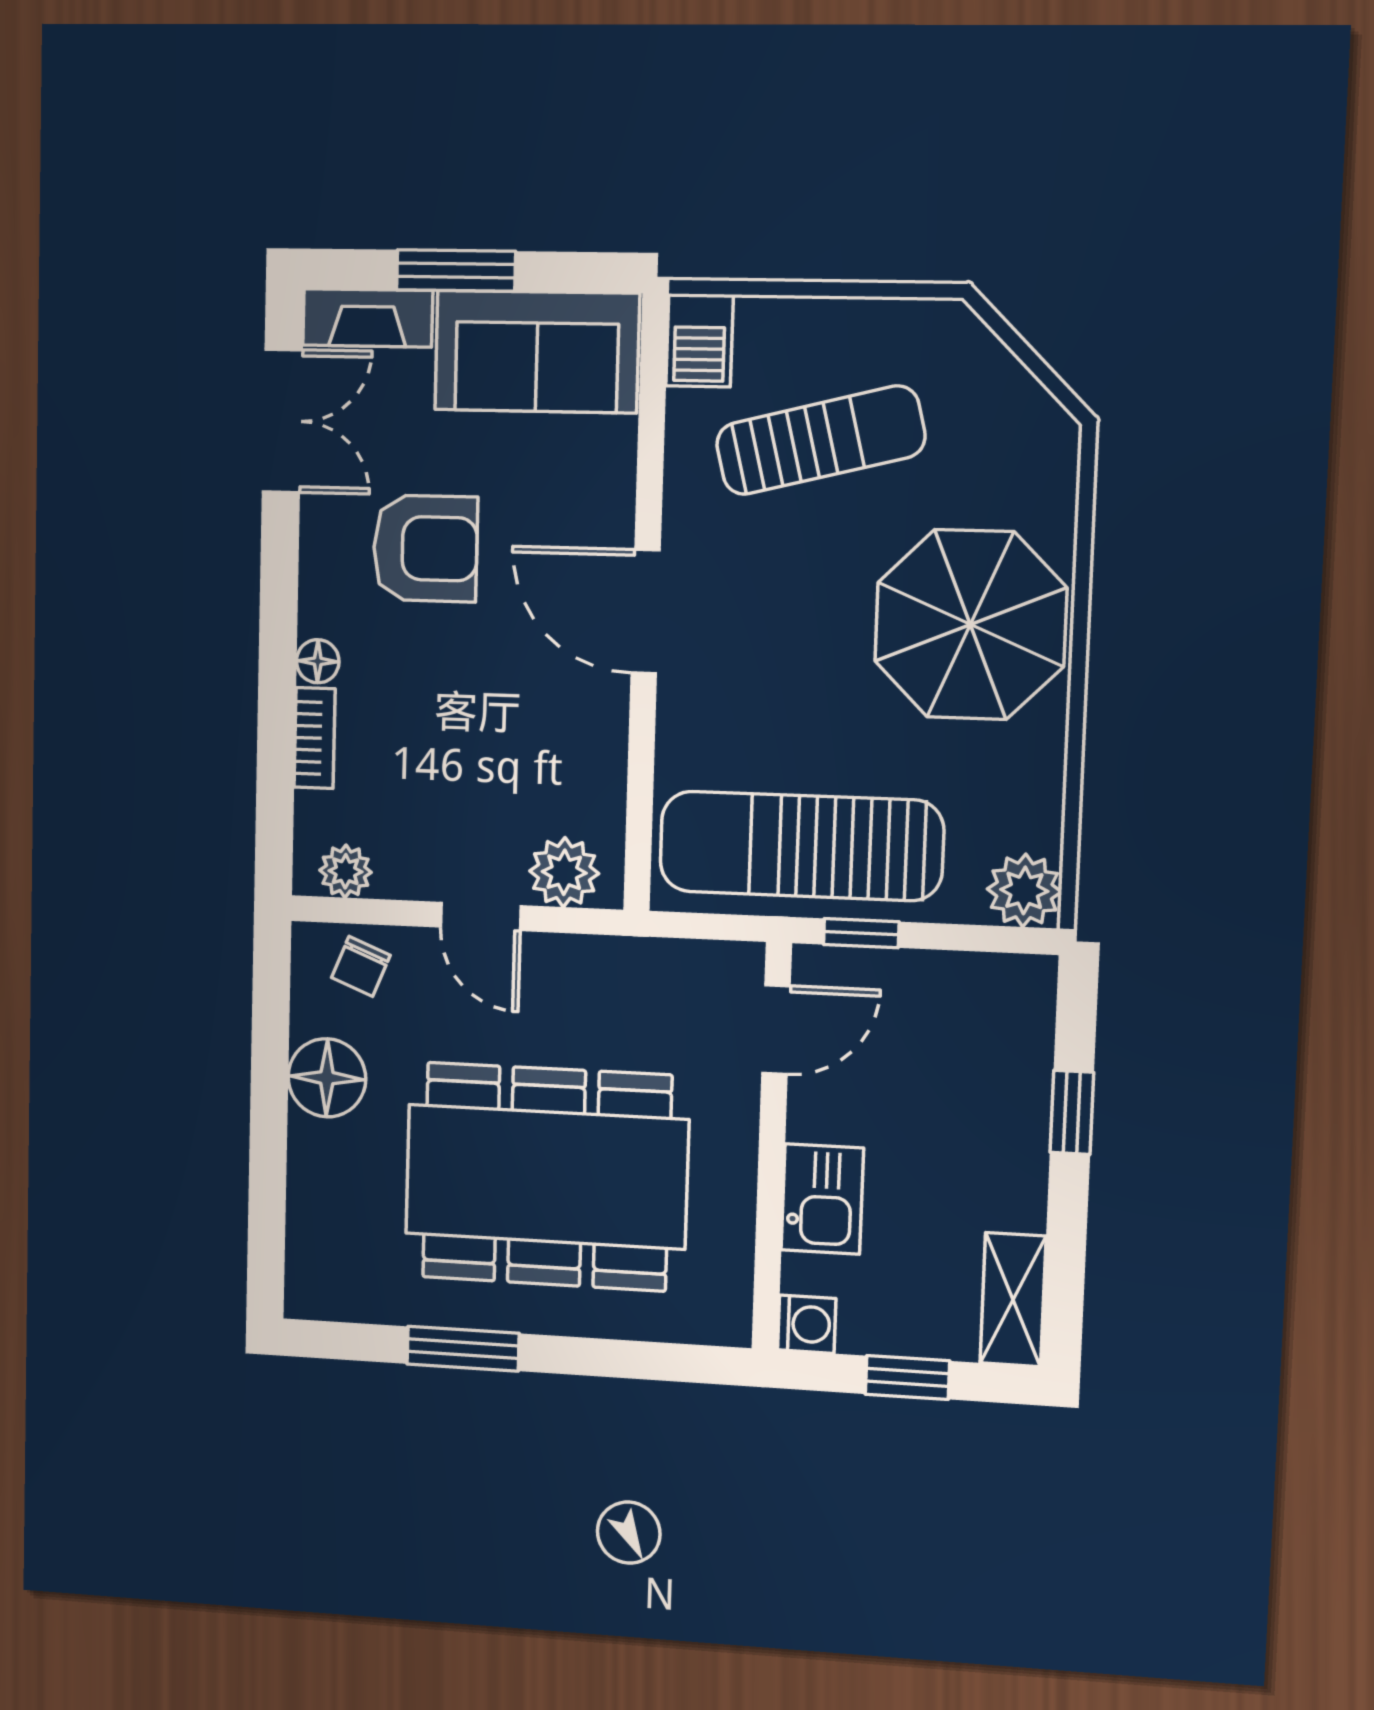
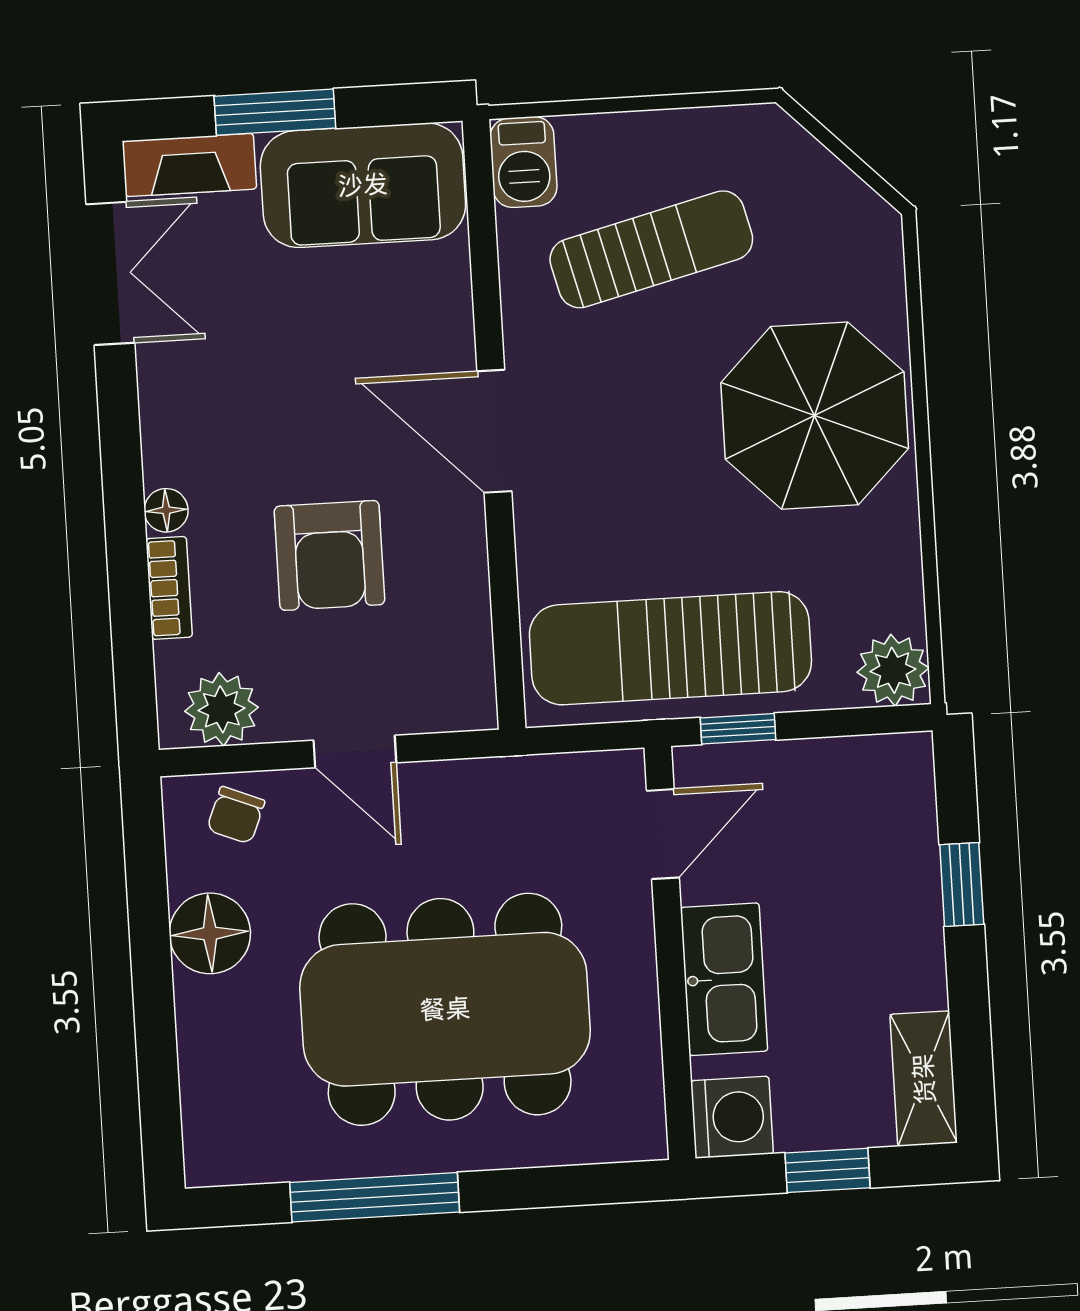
armchair: (425, 548) -> (329, 555), moved, turned 90
plant: (345, 871) -> (221, 709), width x1.38, depth x1.38
plant: (564, 872) -> (436, 698), removed
kitchen sink: (822, 1199) -> (724, 979), width x1.38
washing machine: (807, 1324) -> (732, 1117), width x1.38, depth x1.38
window: (463, 1349) -> (375, 1197), width x1.44

